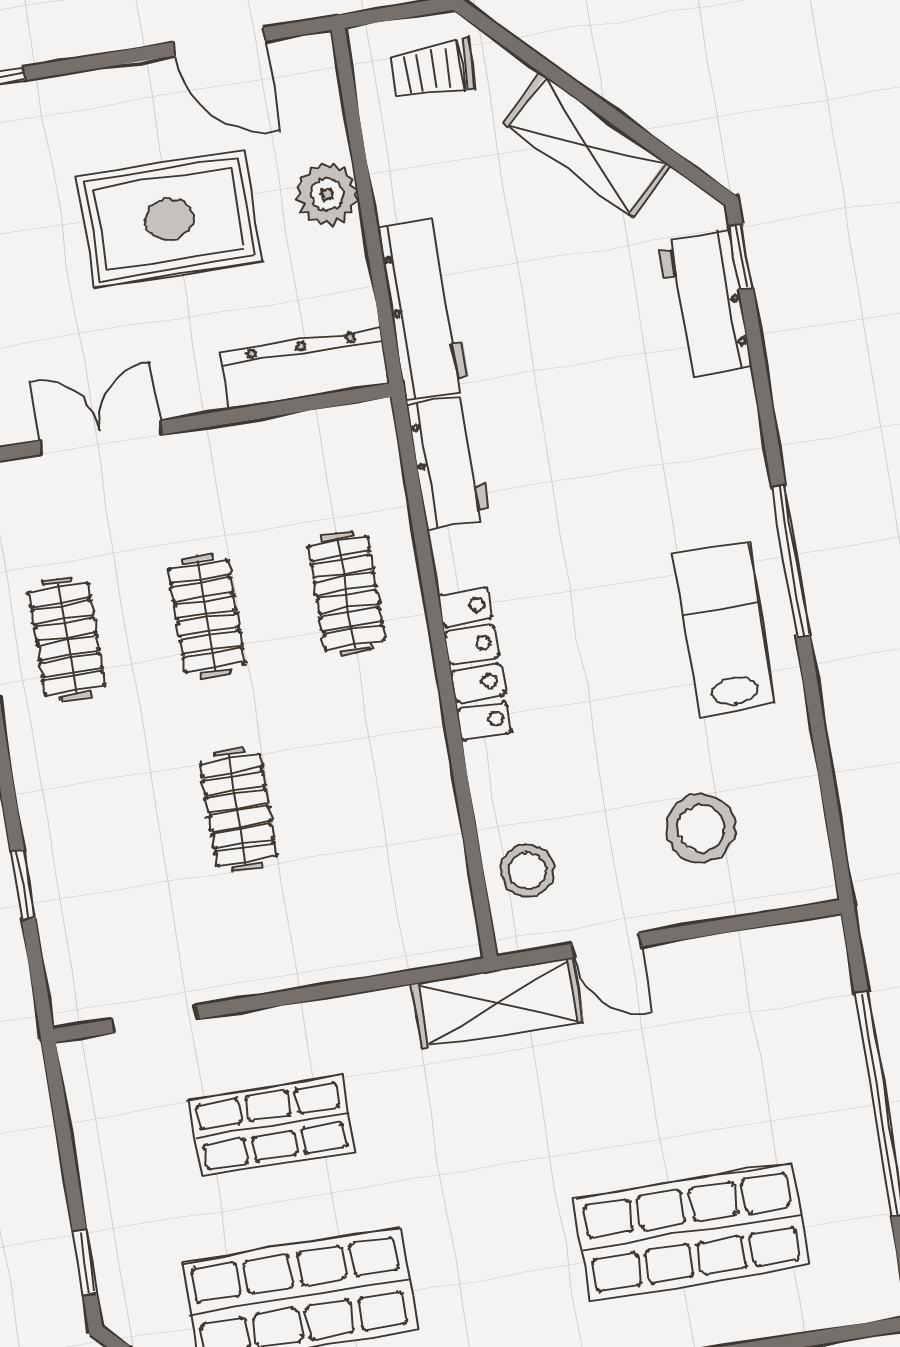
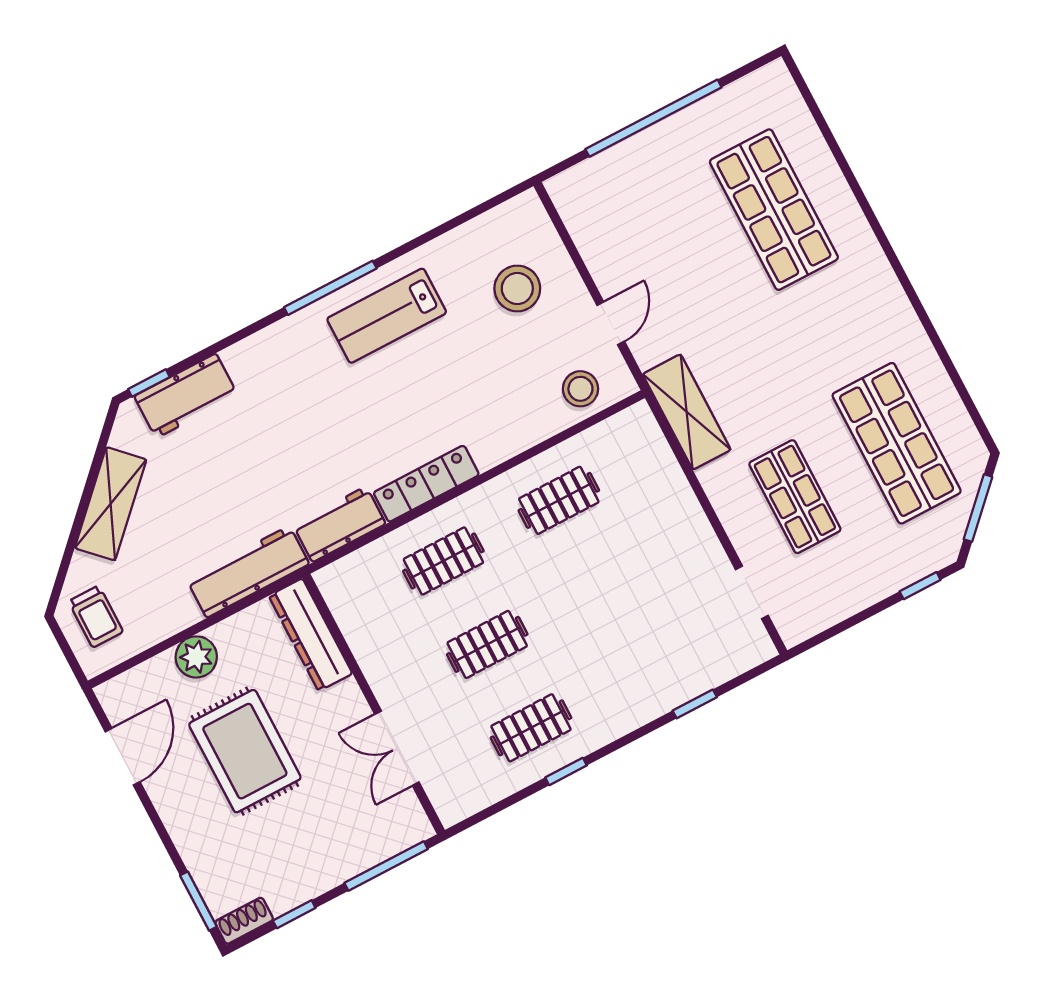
locker: (475, 664) -> (426, 484), moved
clothes rail: (238, 810) -> (559, 500), moved
shelving: (498, 1003) -> (687, 412), moved

